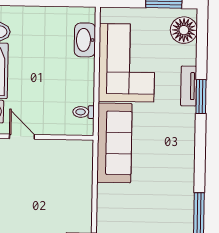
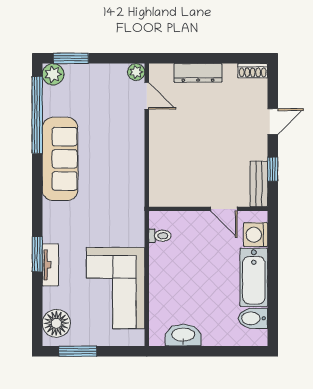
washbasin: (85, 40) -> (183, 335), moved, turned -90
sofa: (114, 143) -> (60, 159), moved, turned 180

